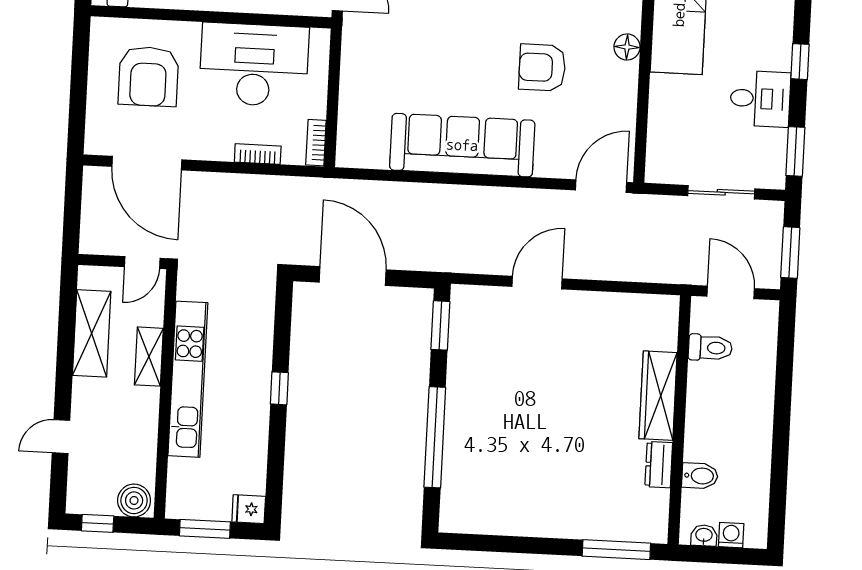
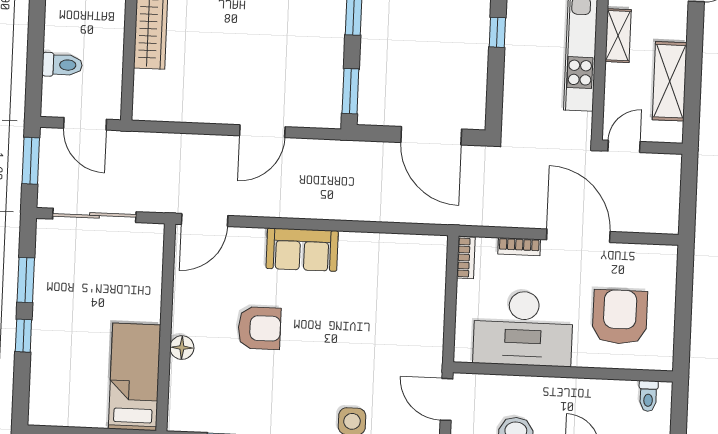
desk: (760, 99) -> (60, 301), removed
sofa: (462, 145) -> (302, 250), width x0.54, depth x0.79
window: (795, 151) -> (26, 280), moved
door: (147, 163) -> (578, 236), moved
sliding door: (721, 192) -> (94, 215), width x1.37
toilet: (710, 348) -> (62, 65), moved, turned 180
shelving: (149, 357) -> (618, 36), moved

